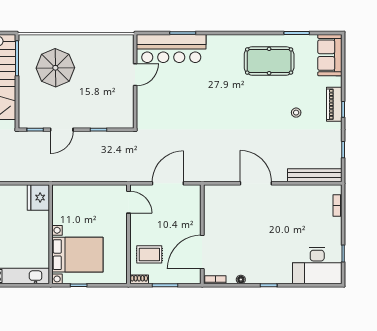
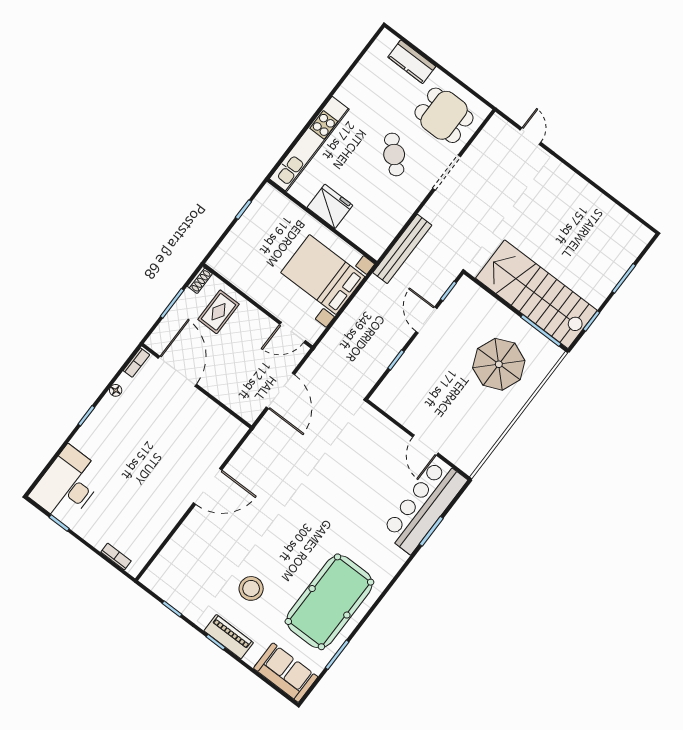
pool table: (269, 61) -> (329, 602), width x1.36, depth x1.32
stool: (296, 113) -> (251, 588), width x1.89, depth x1.89
bench: (315, 175) -> (402, 249), moved
fridge: (38, 198) -> (330, 206), moved
bed with nightstands: (77, 255) -> (323, 275), moved, turned 90

